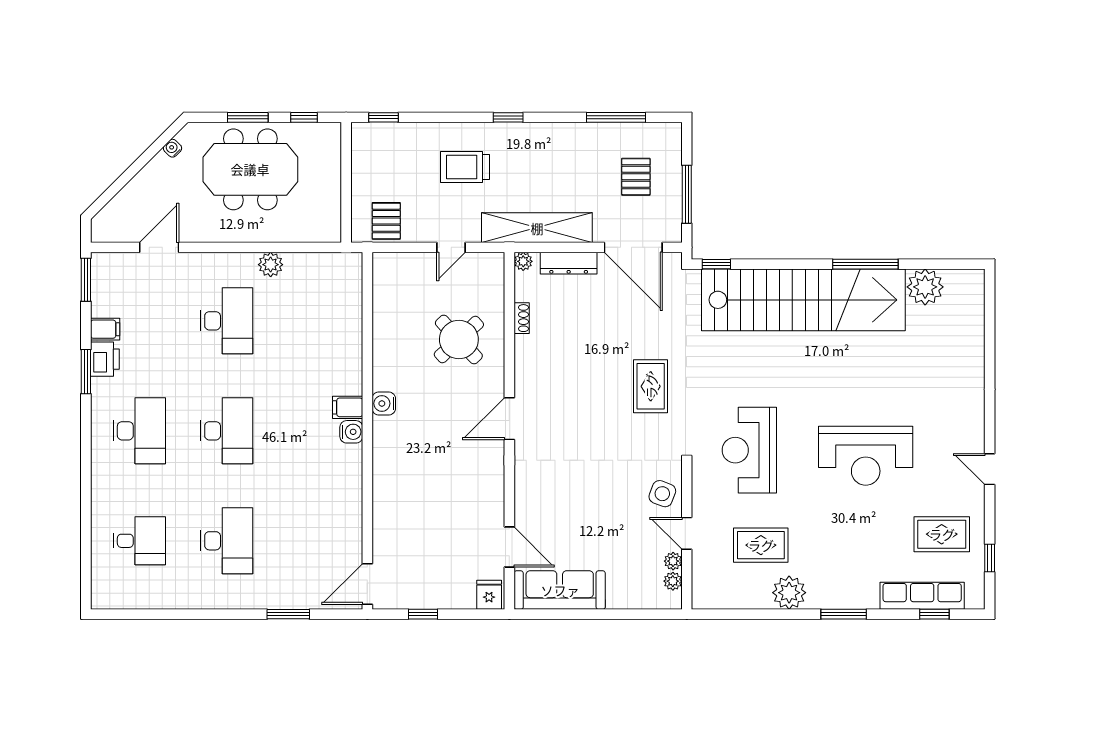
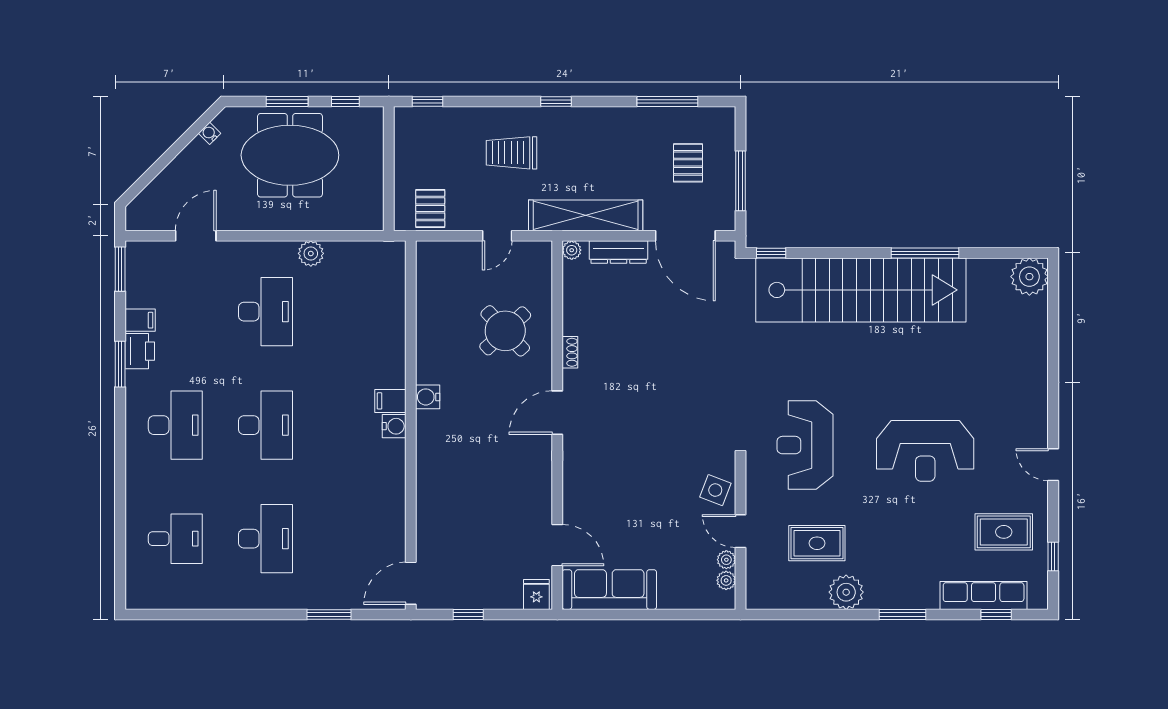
plant: (925, 287) -> (1029, 277), moved
shoe rack: (522, 318) -> (570, 352), moved
rug: (651, 386) -> (703, 379), removed

